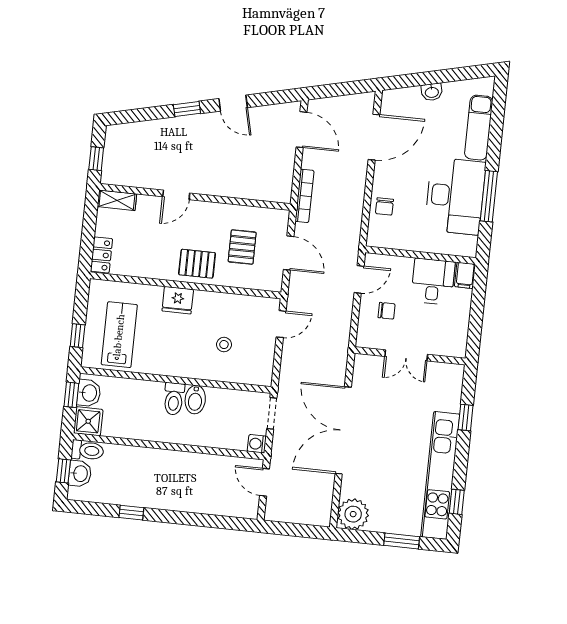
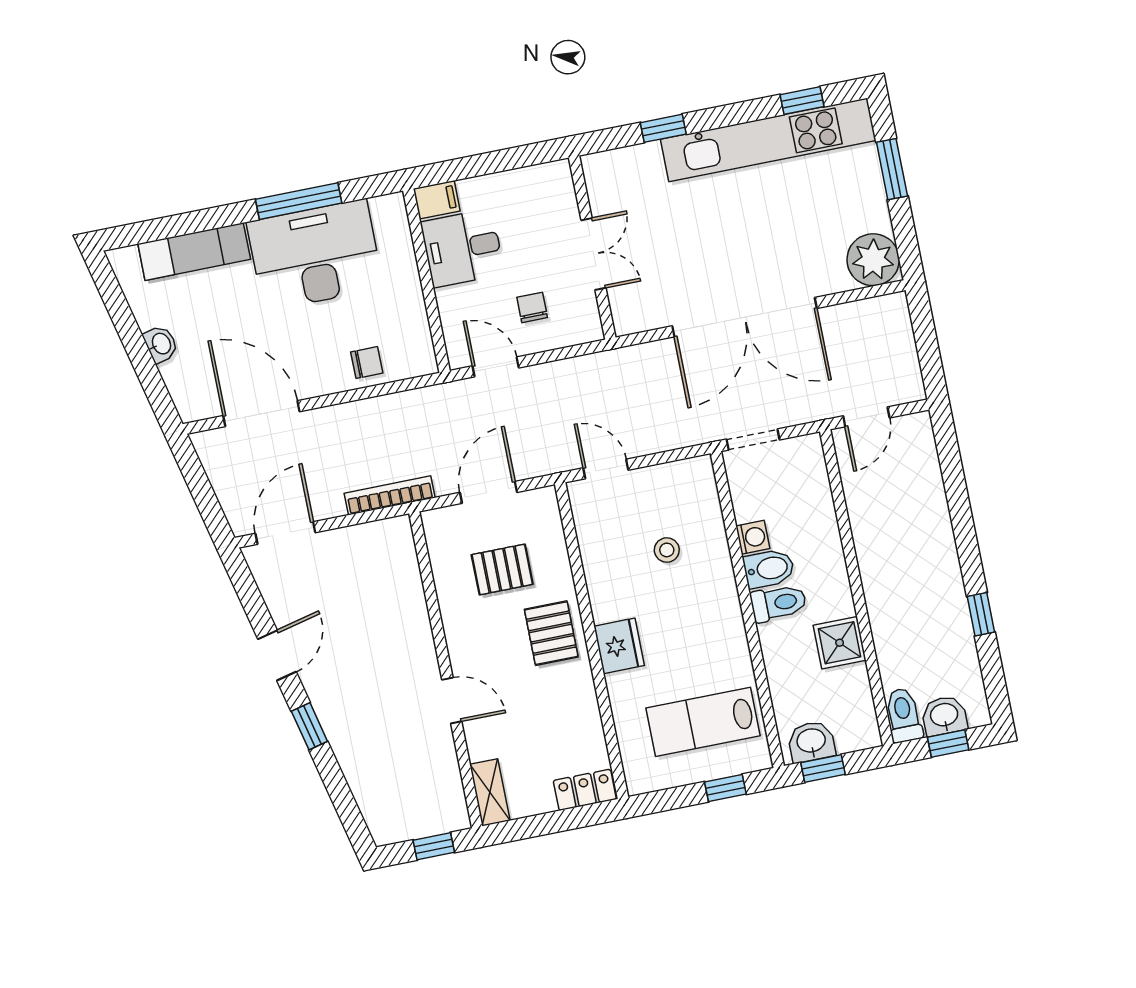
shower: (88, 421) -> (840, 643), moved
washing machine: (257, 444) -> (753, 537), moved, turned -90

